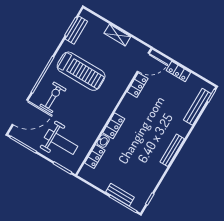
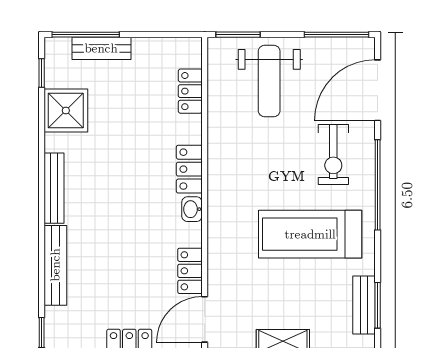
bench: (197, 107) -> (55, 265), moved
washbasin: (103, 141) -> (192, 209), moved
weight bench: (61, 142) -> (269, 81), turned -90
shower: (149, 178) -> (66, 110), added

